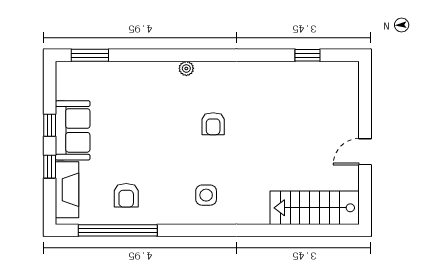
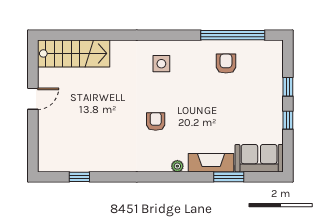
window: (90, 55) -> (229, 177), moved
sofa: (73, 130) -> (259, 158), moved, turned 90
fireplace: (67, 190) -> (211, 163), moved, turned 90

